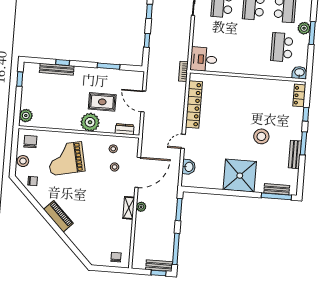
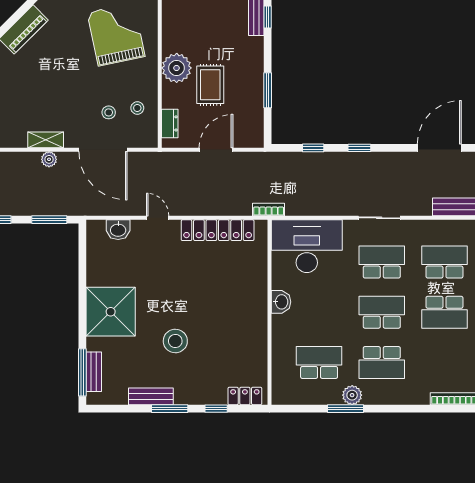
desk: (204, 59) -> (307, 246), width x1.87, depth x1.30
washbasin: (299, 73) -> (281, 302), moved

